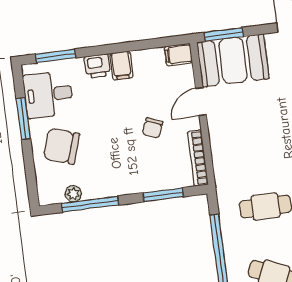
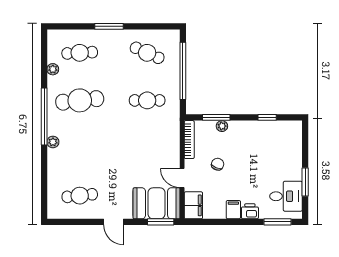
filing cabinet: (178, 55) -> (193, 205), width x2.00
door: (201, 102) -> (182, 178), swing flipped
chair: (62, 146) -> (281, 160), removed
plant: (73, 194) -> (222, 126), moved
window: (90, 204) -> (267, 117), width x0.46

